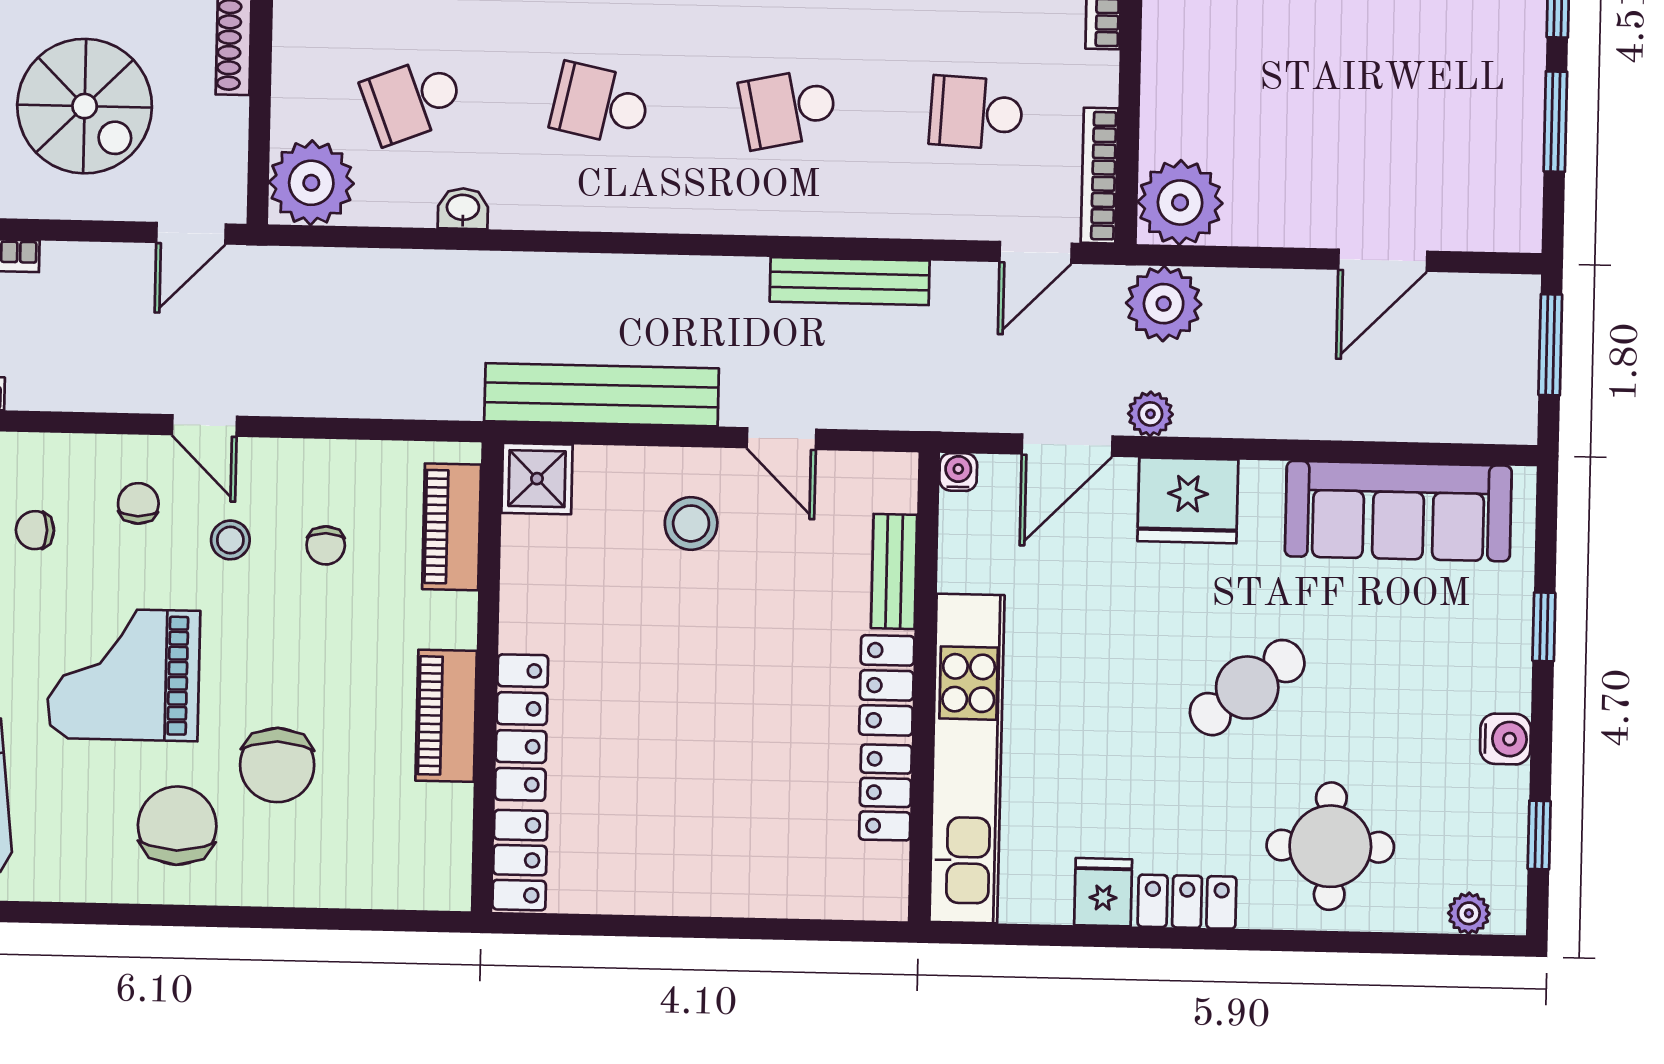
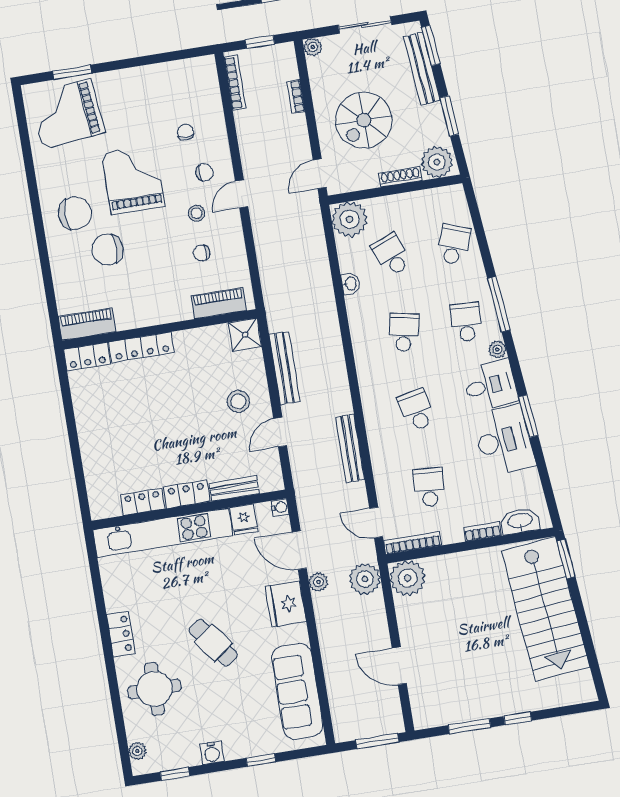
door: (191, 233) -> (320, 174), hinge flipped
bench: (602, 395) -> (284, 368), width x0.73, depth x0.82
piano: (446, 716) -> (87, 324), moved
fridge: (1103, 892) -> (244, 519), moved, turned 90

